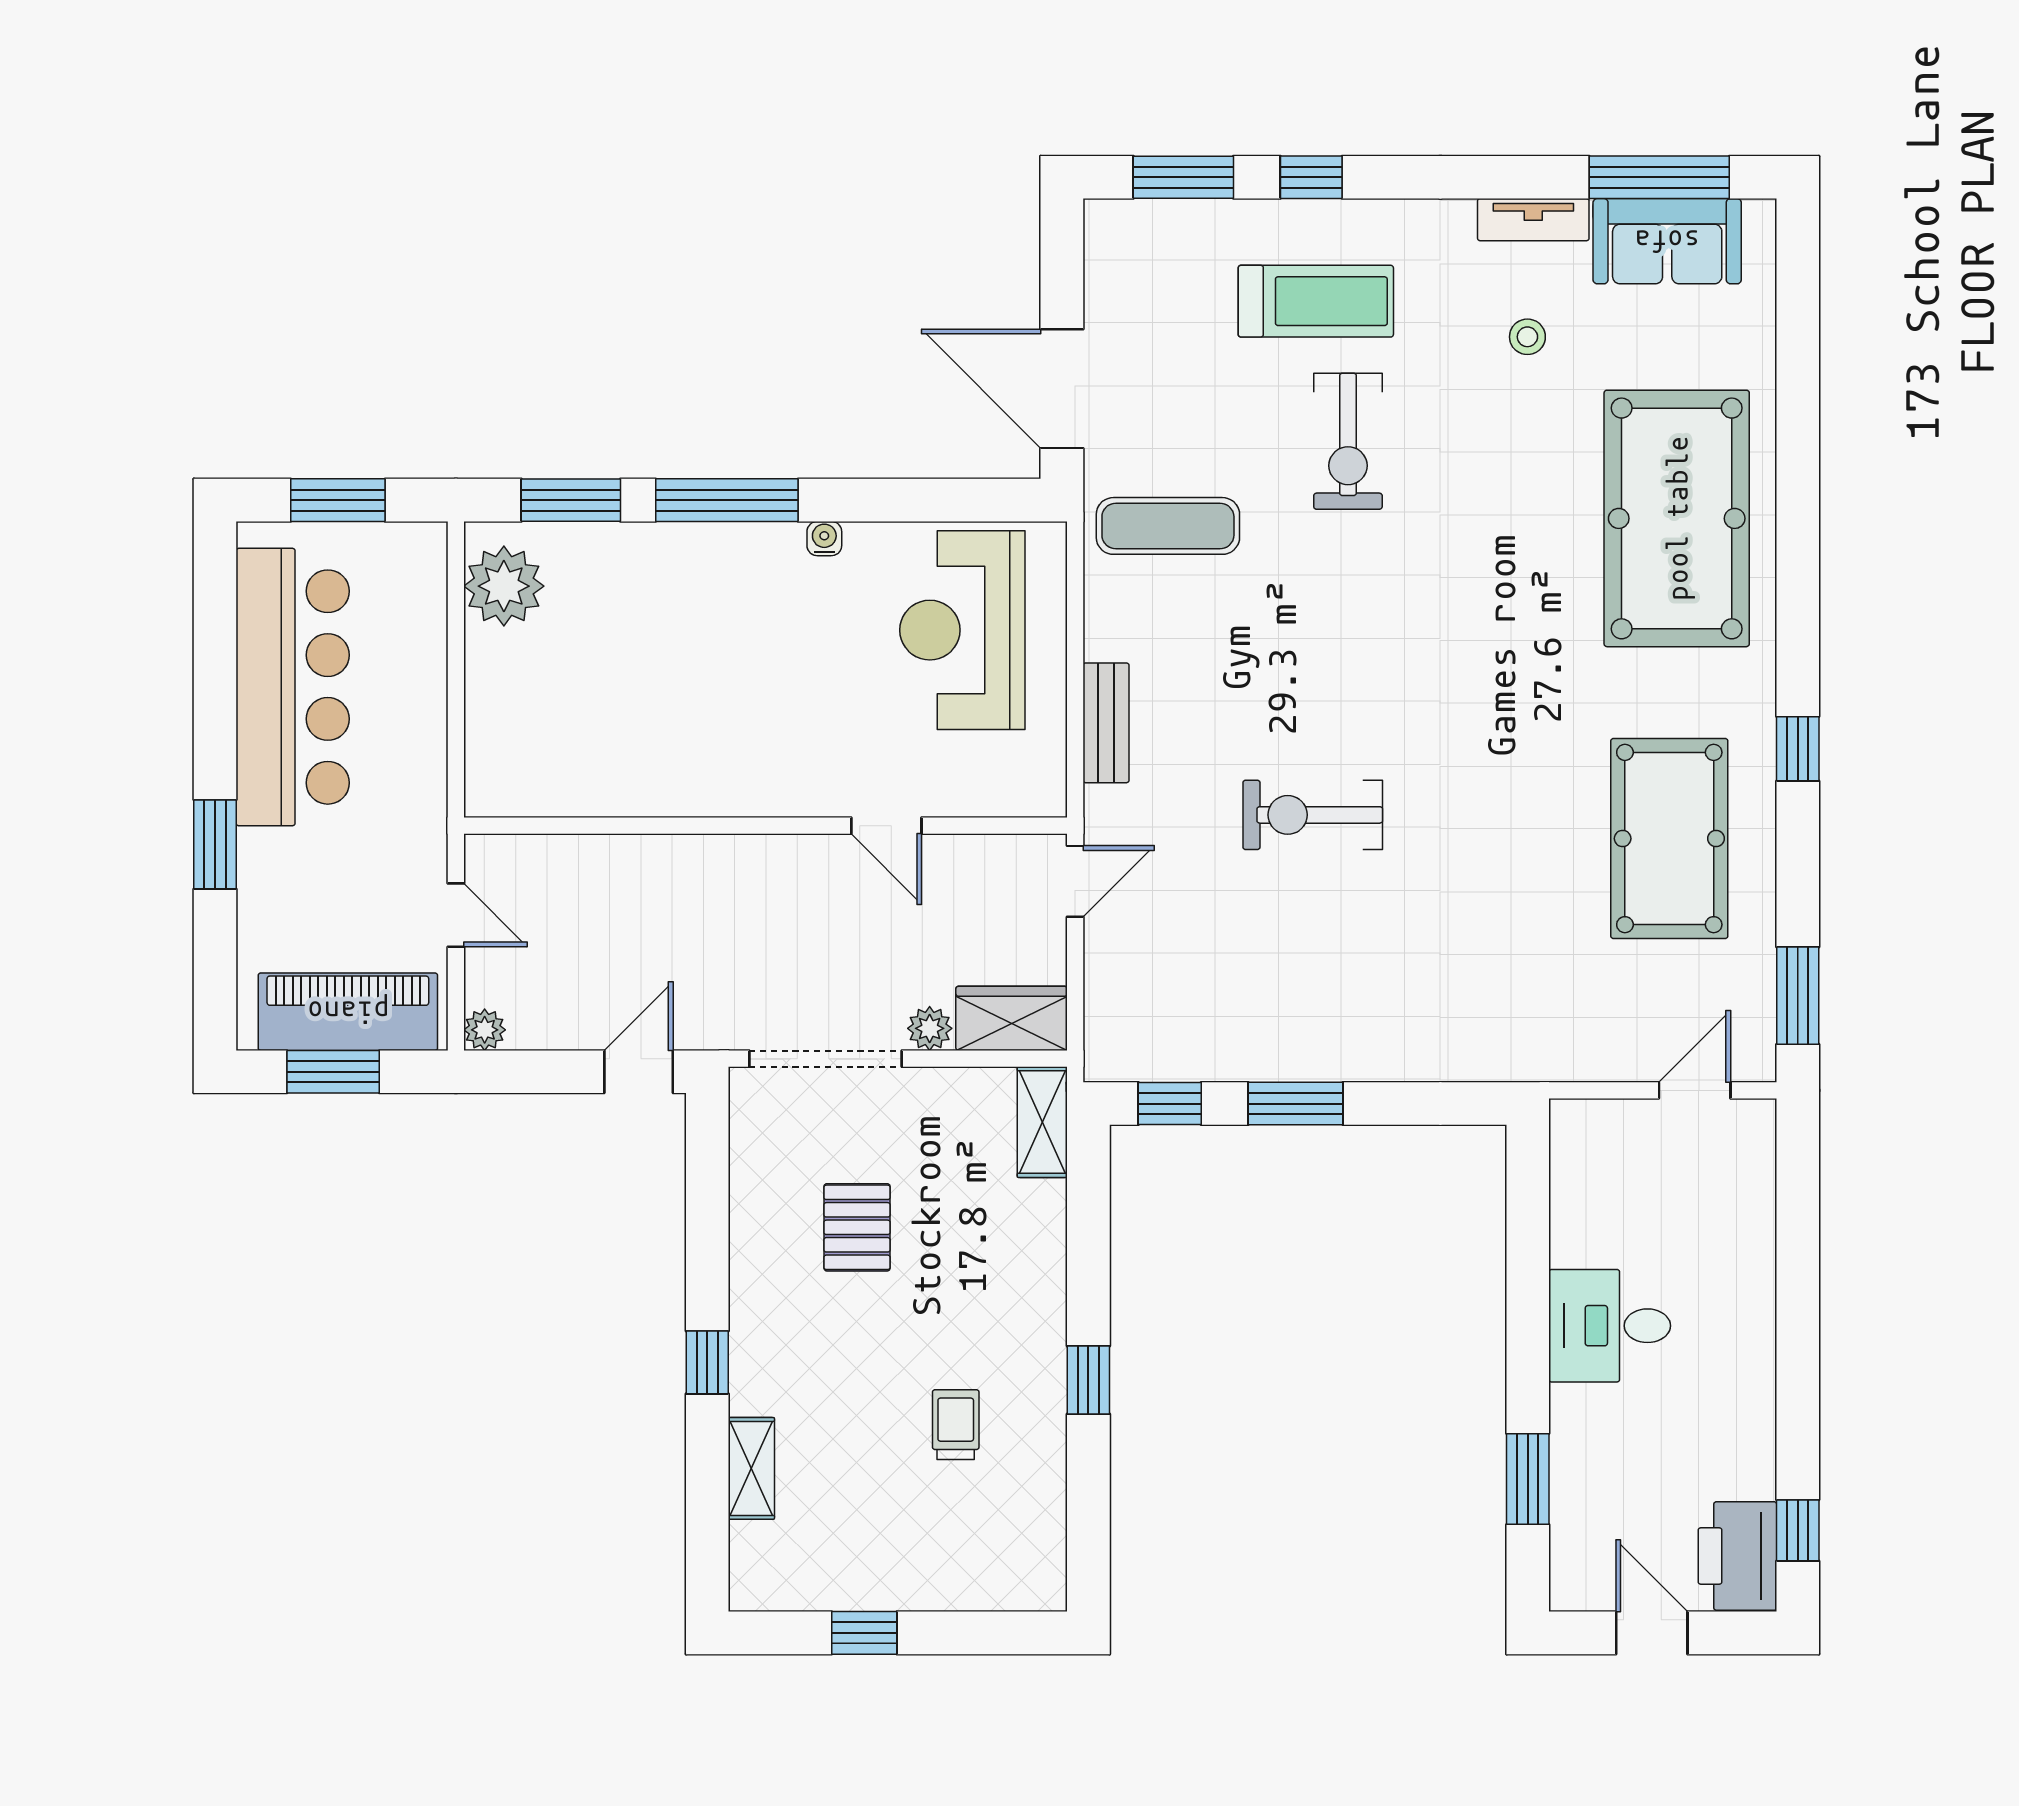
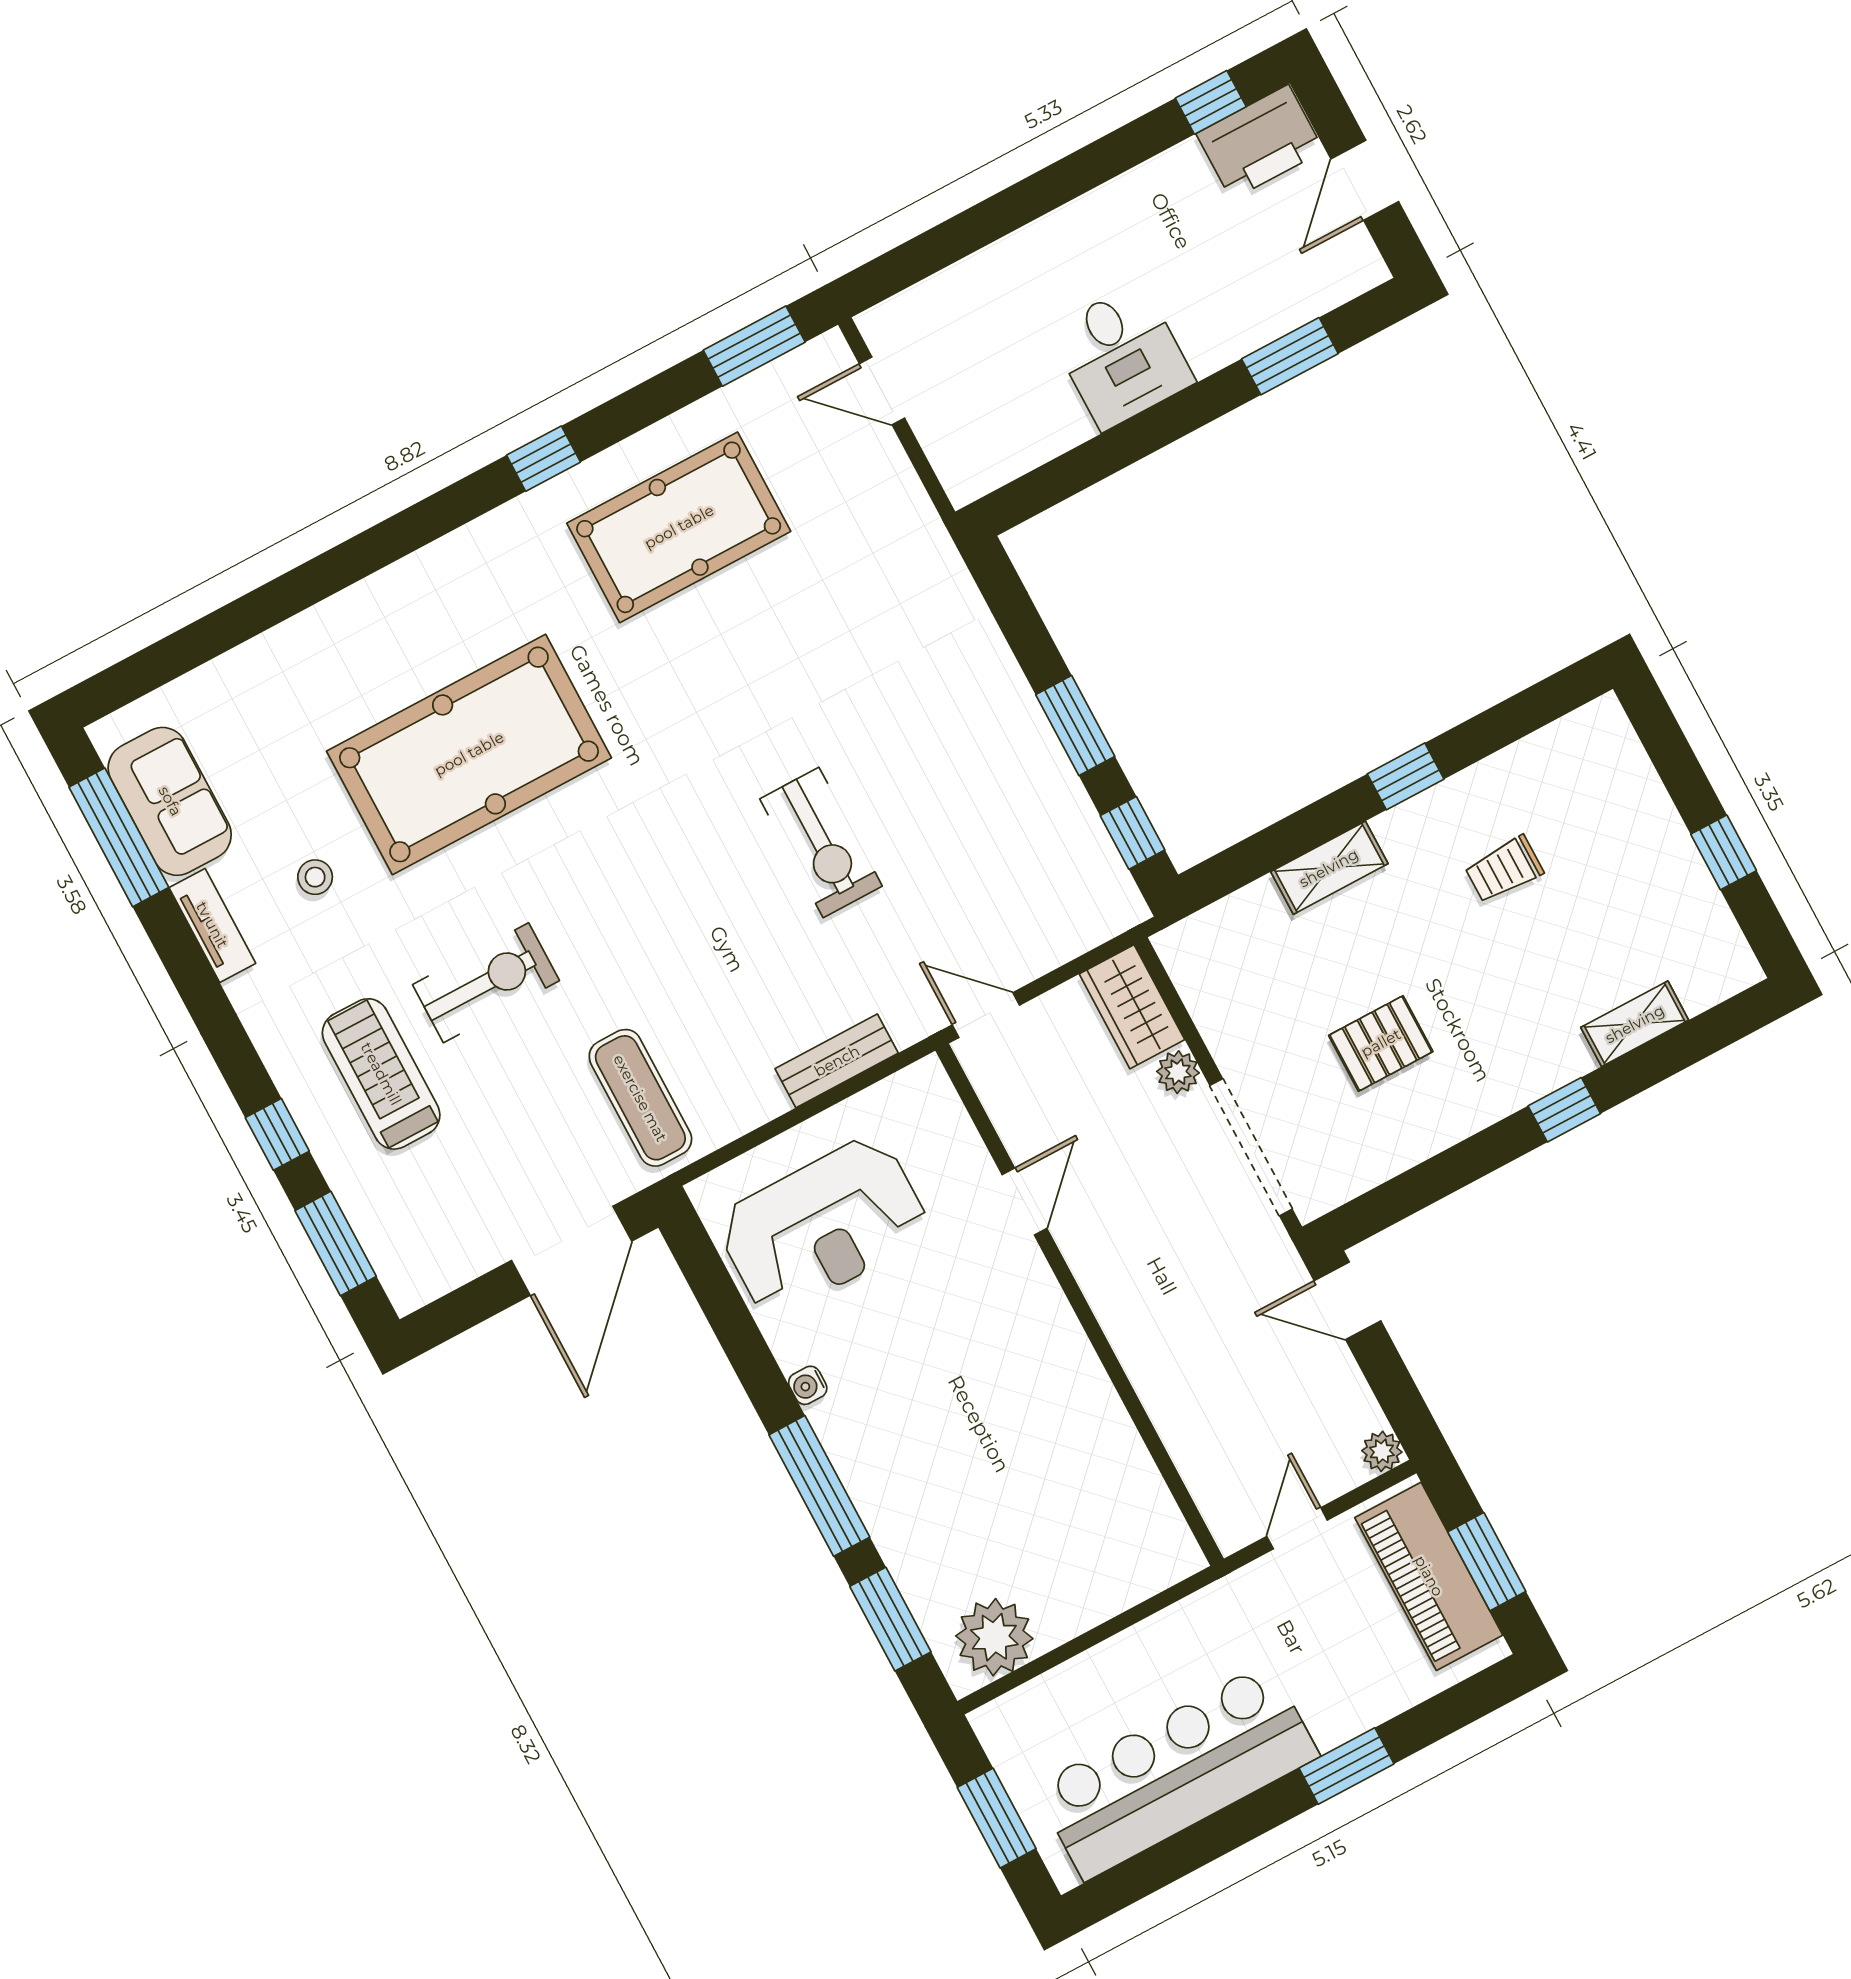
pool table: (1677, 518) -> (469, 754), moved
shelving: (1042, 1122) -> (1329, 868), moved

